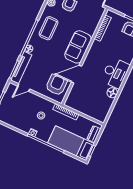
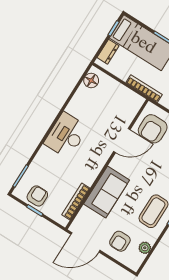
sofa: (78, 47) -> (107, 192), moved
floor lamp: (112, 93) -> (91, 81), moved

